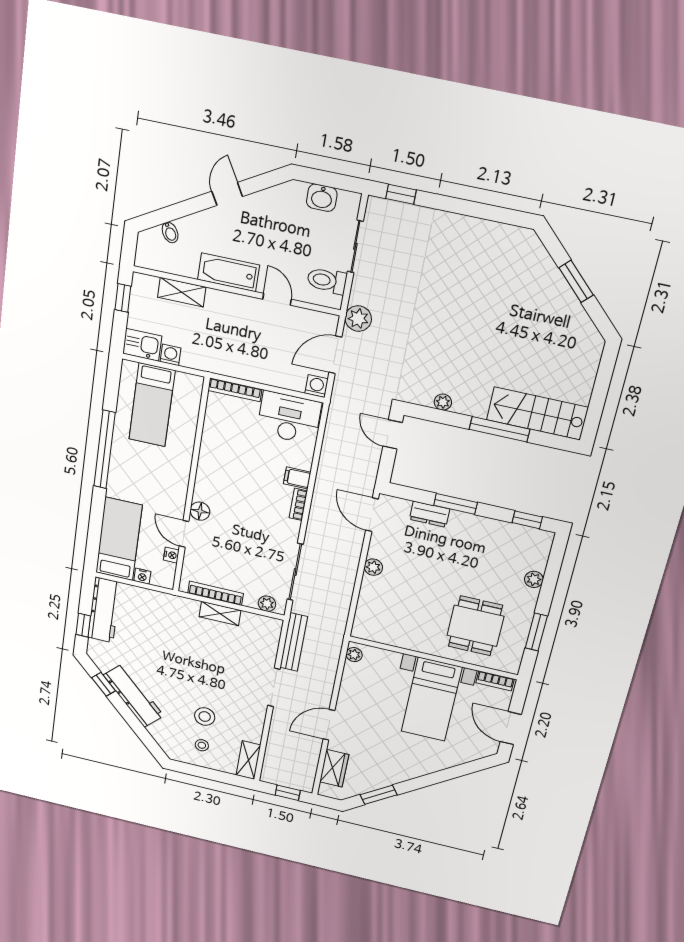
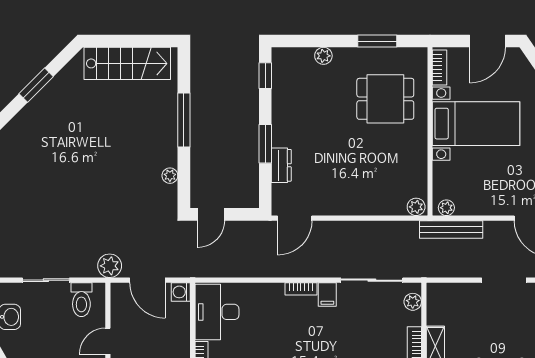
stairs: (537, 414) -> (127, 63), moved, turned -90
filing cabinet: (297, 478) -> (327, 294), moved
plant: (373, 567) -> (416, 207), moved
bench: (294, 642) -> (451, 229), moved

